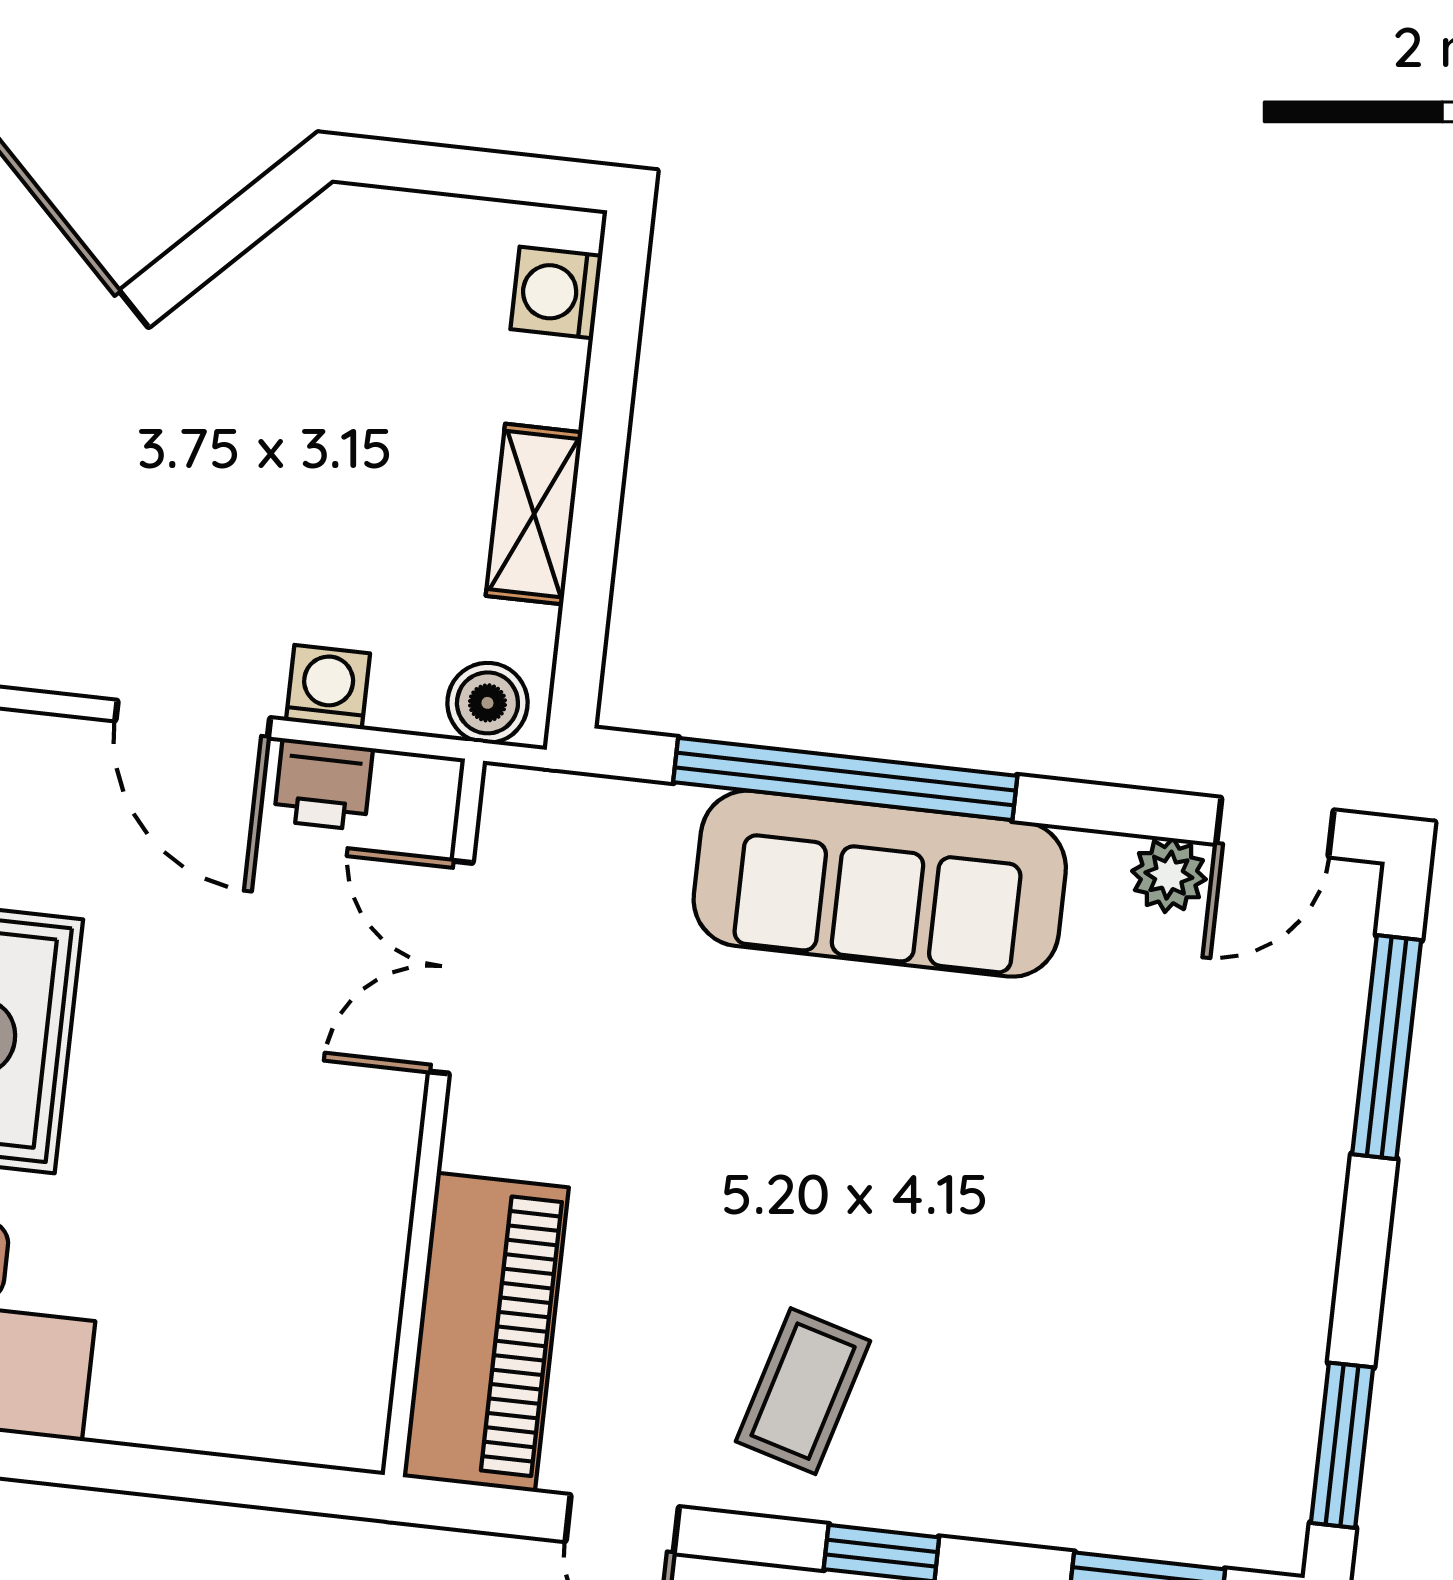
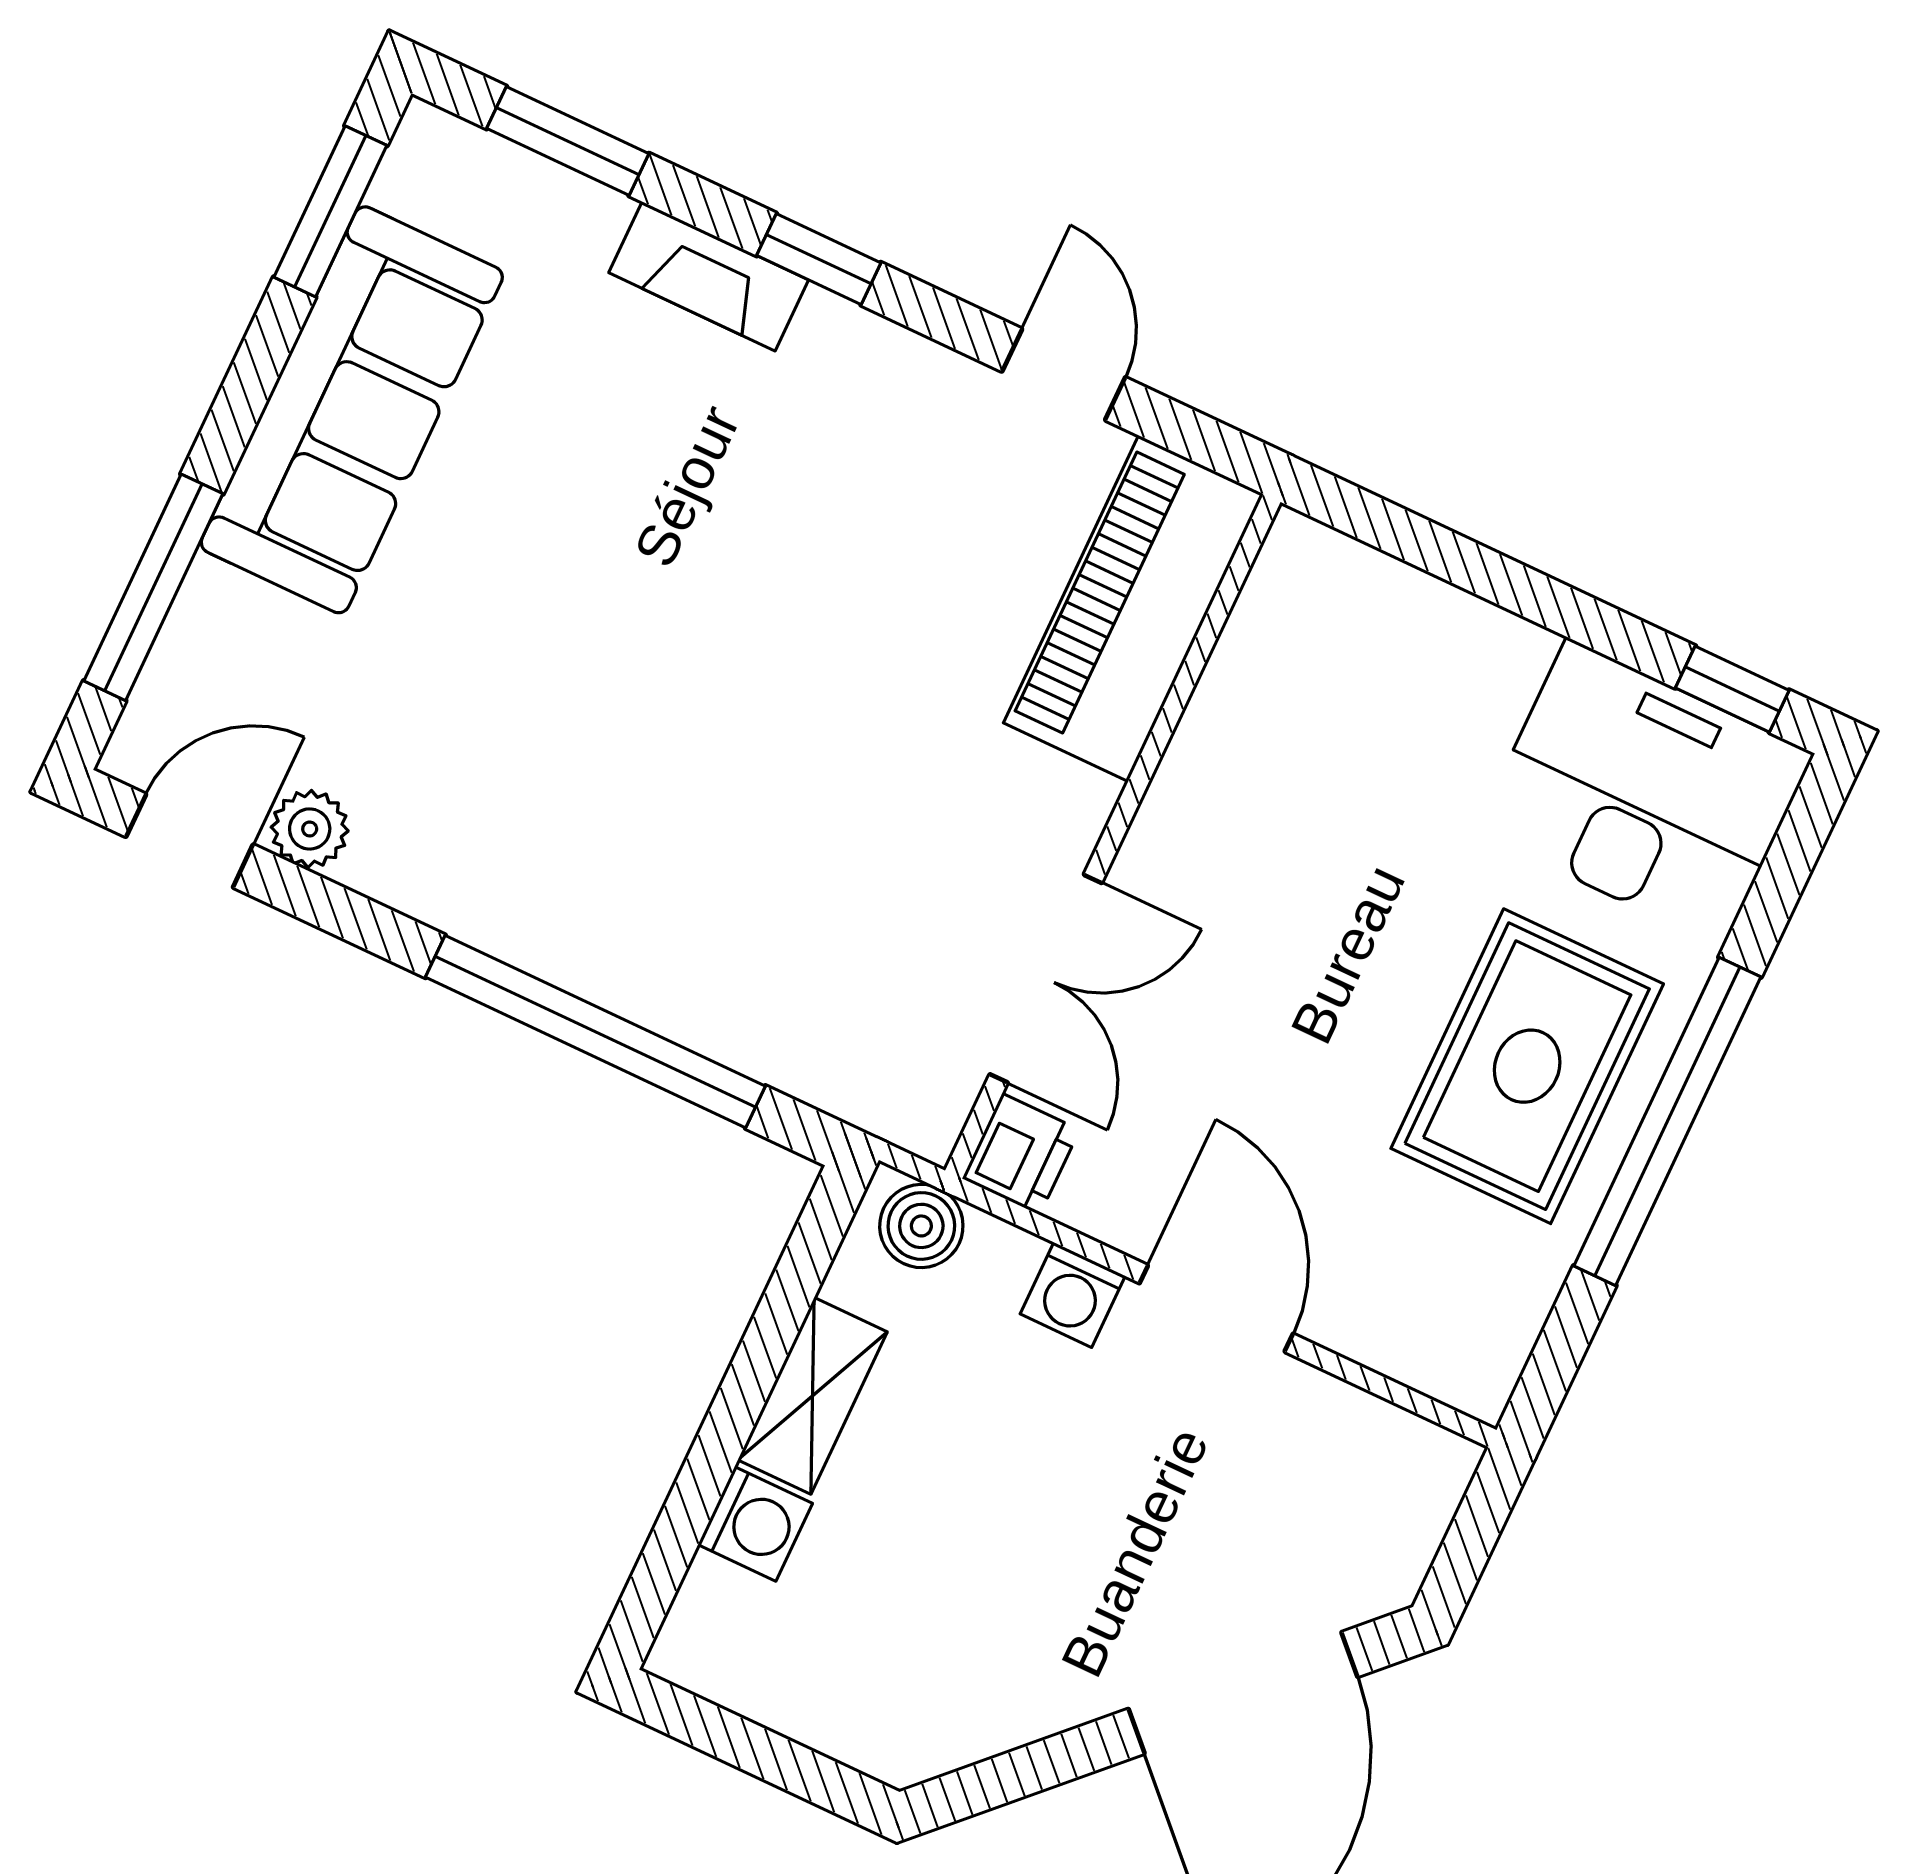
washing machine: (556, 292) -> (755, 1524), moved
printer: (323, 784) -> (1021, 1154), moved, turned 90
sofa: (880, 884) -> (352, 410), moved, turned 90
coffee table: (803, 1391) -> (842, 444), removed
fireplace: (977, 1503) -> (709, 276), added

